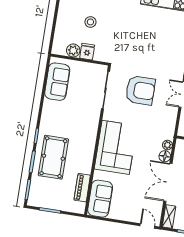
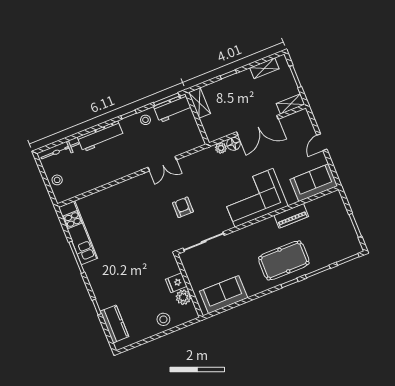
stool: (90, 22) -> (163, 319), moved
armchair: (140, 90) -> (183, 207), width x0.53, depth x0.53
pool table: (53, 157) -> (284, 260), moved
piano: (82, 188) -> (291, 216), moved
door: (147, 226) -> (322, 142), moved

